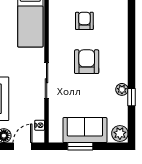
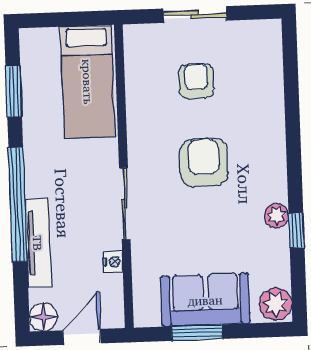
nightstand: (40, 125) -> (113, 262), moved

